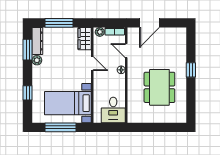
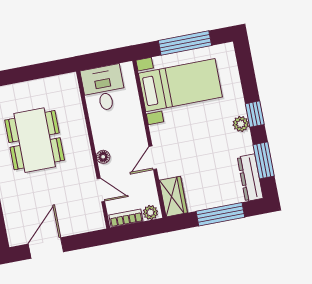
door: (150, 23) -> (46, 248), moved
plant: (37, 60) -> (241, 124), moved
door: (92, 64) -> (153, 158), hinge flipped
window: (28, 93) -> (255, 114), moved

